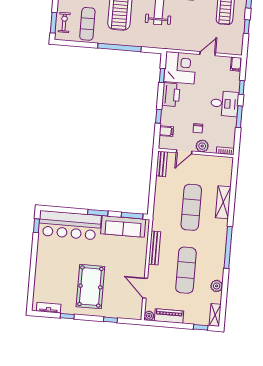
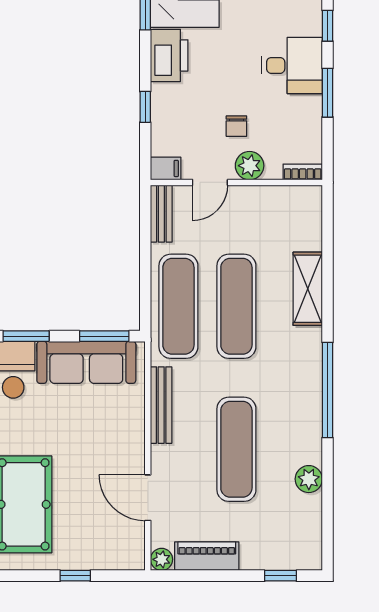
filing cabinet: (166, 131) -> (166, 168), moved
exercise mat: (166, 205) -> (178, 306), added
shelving: (215, 315) -> (311, 545), removed

